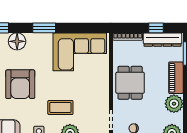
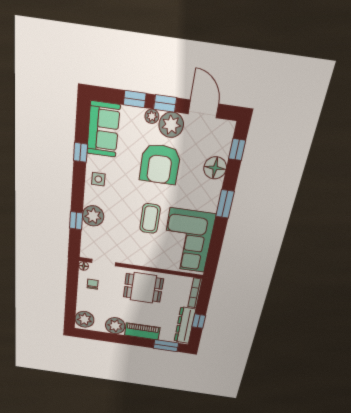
armchair: (20, 84) -> (160, 164), turned -90
coffee table: (60, 107) -> (150, 219), moved

